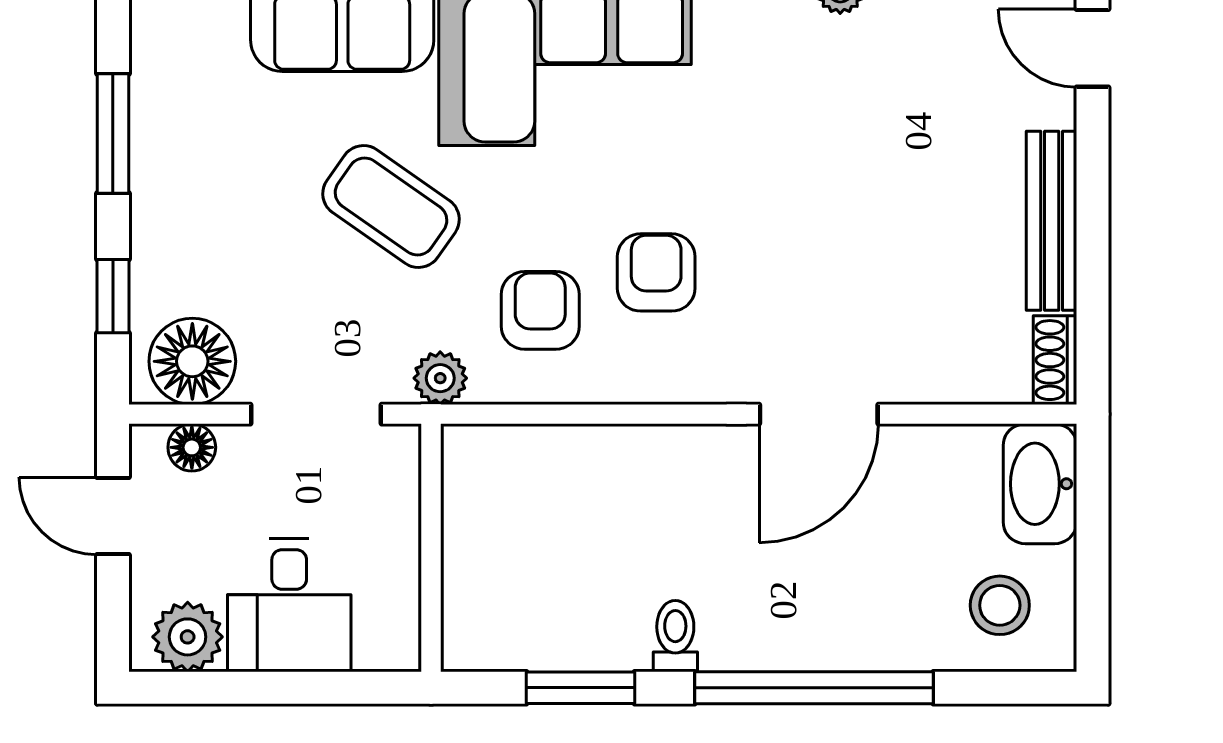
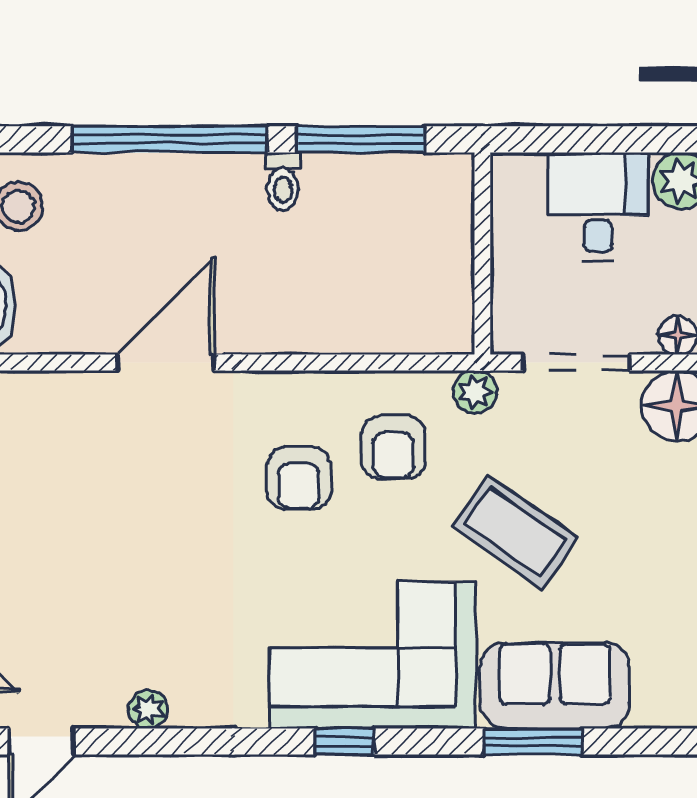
window: (581, 688) -> (360, 139), width x1.44

